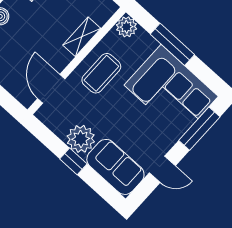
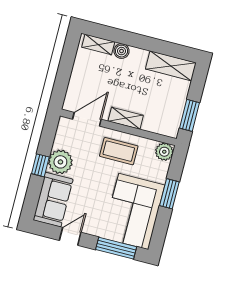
shelving: (82, 37) -> (126, 118), moved
window: (172, 44) -> (169, 194), width x0.69
door: (162, 169) -> (70, 236), swing flipped

